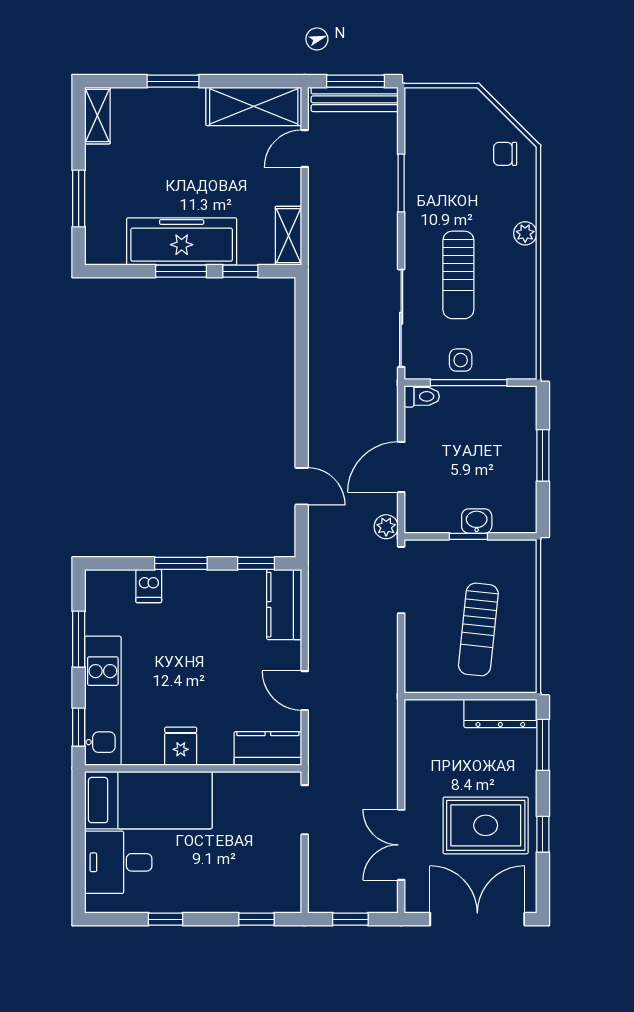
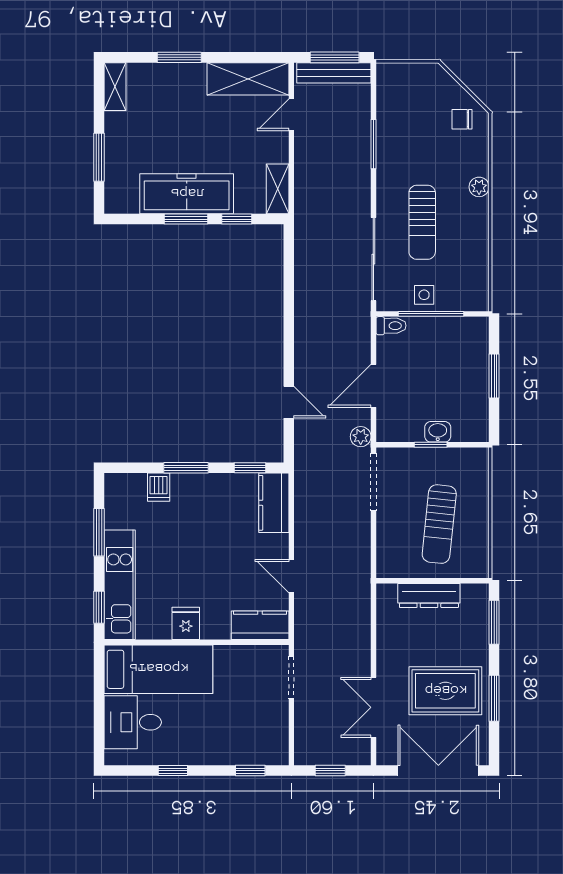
dresser: (500, 713) -> (429, 595), moved
window: (543, 834) -> (494, 698), width x1.50

